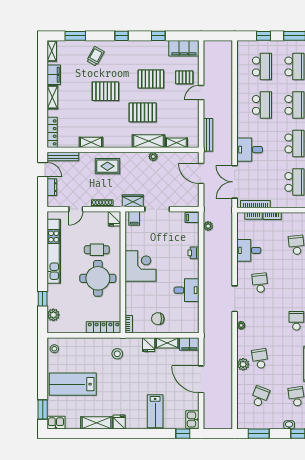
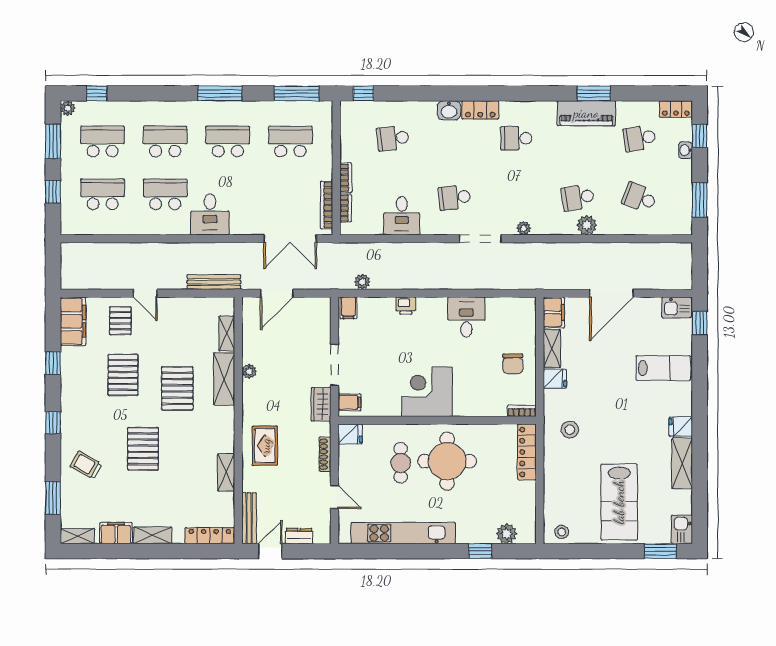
desk: (250, 150) -> (210, 214), moved

